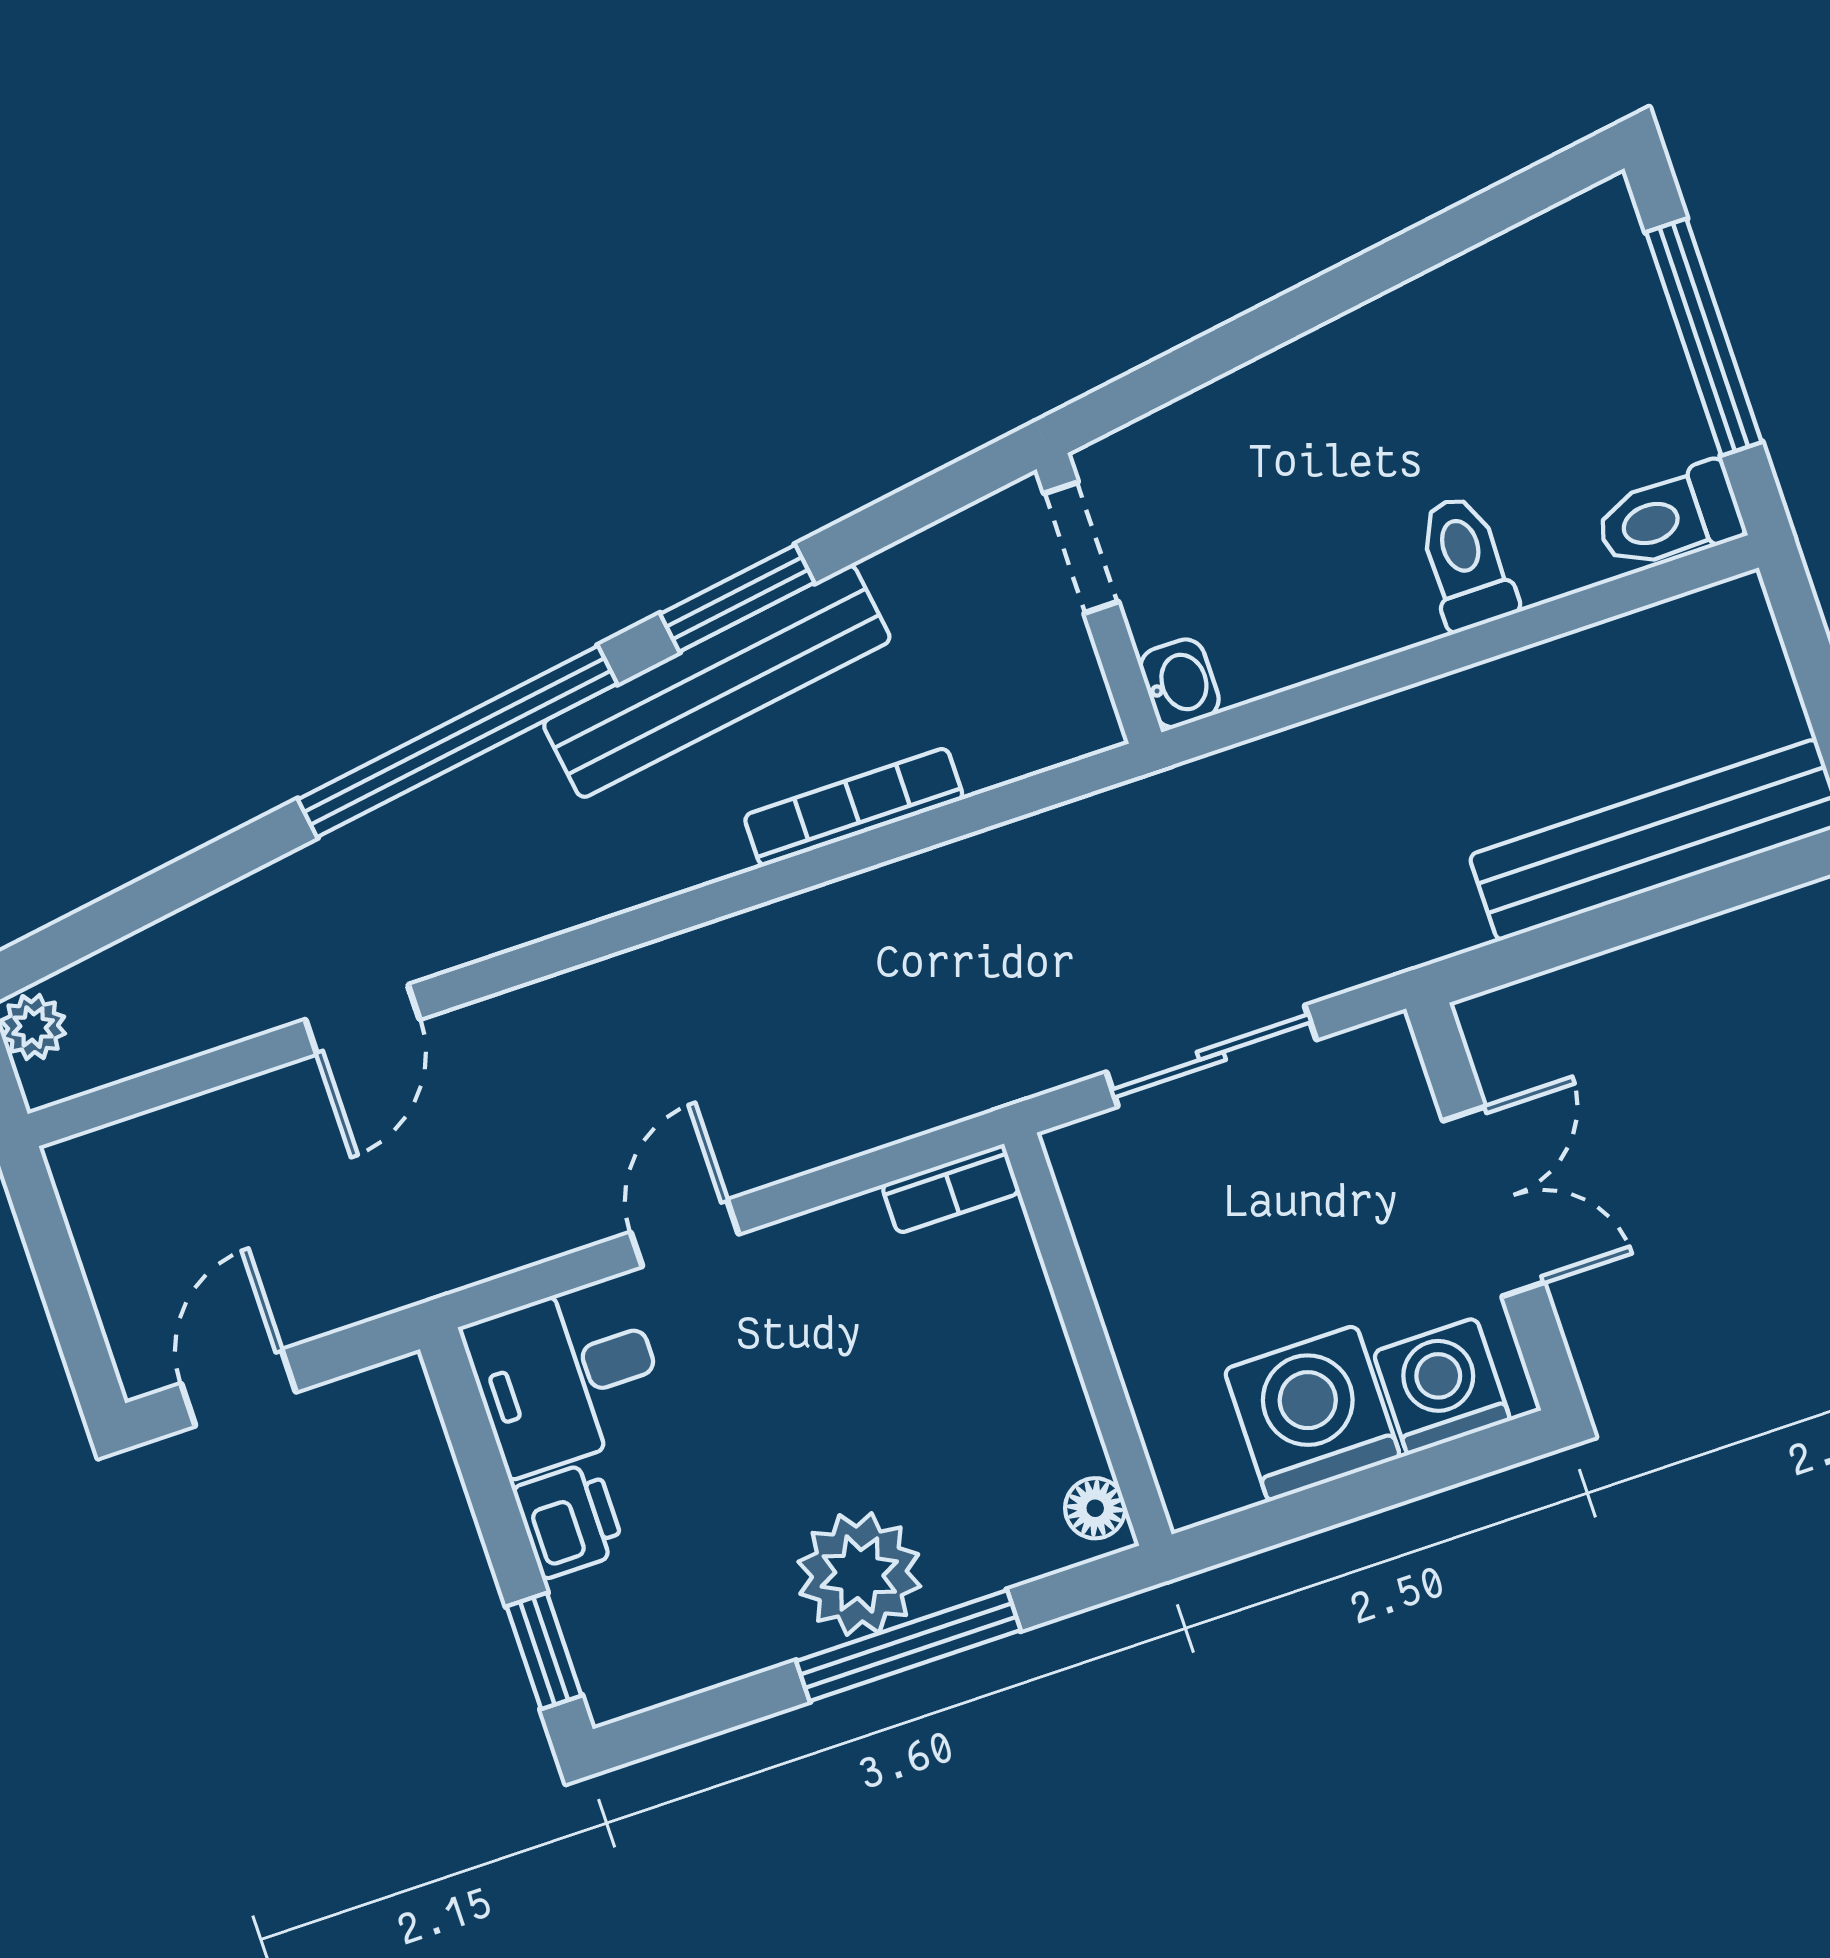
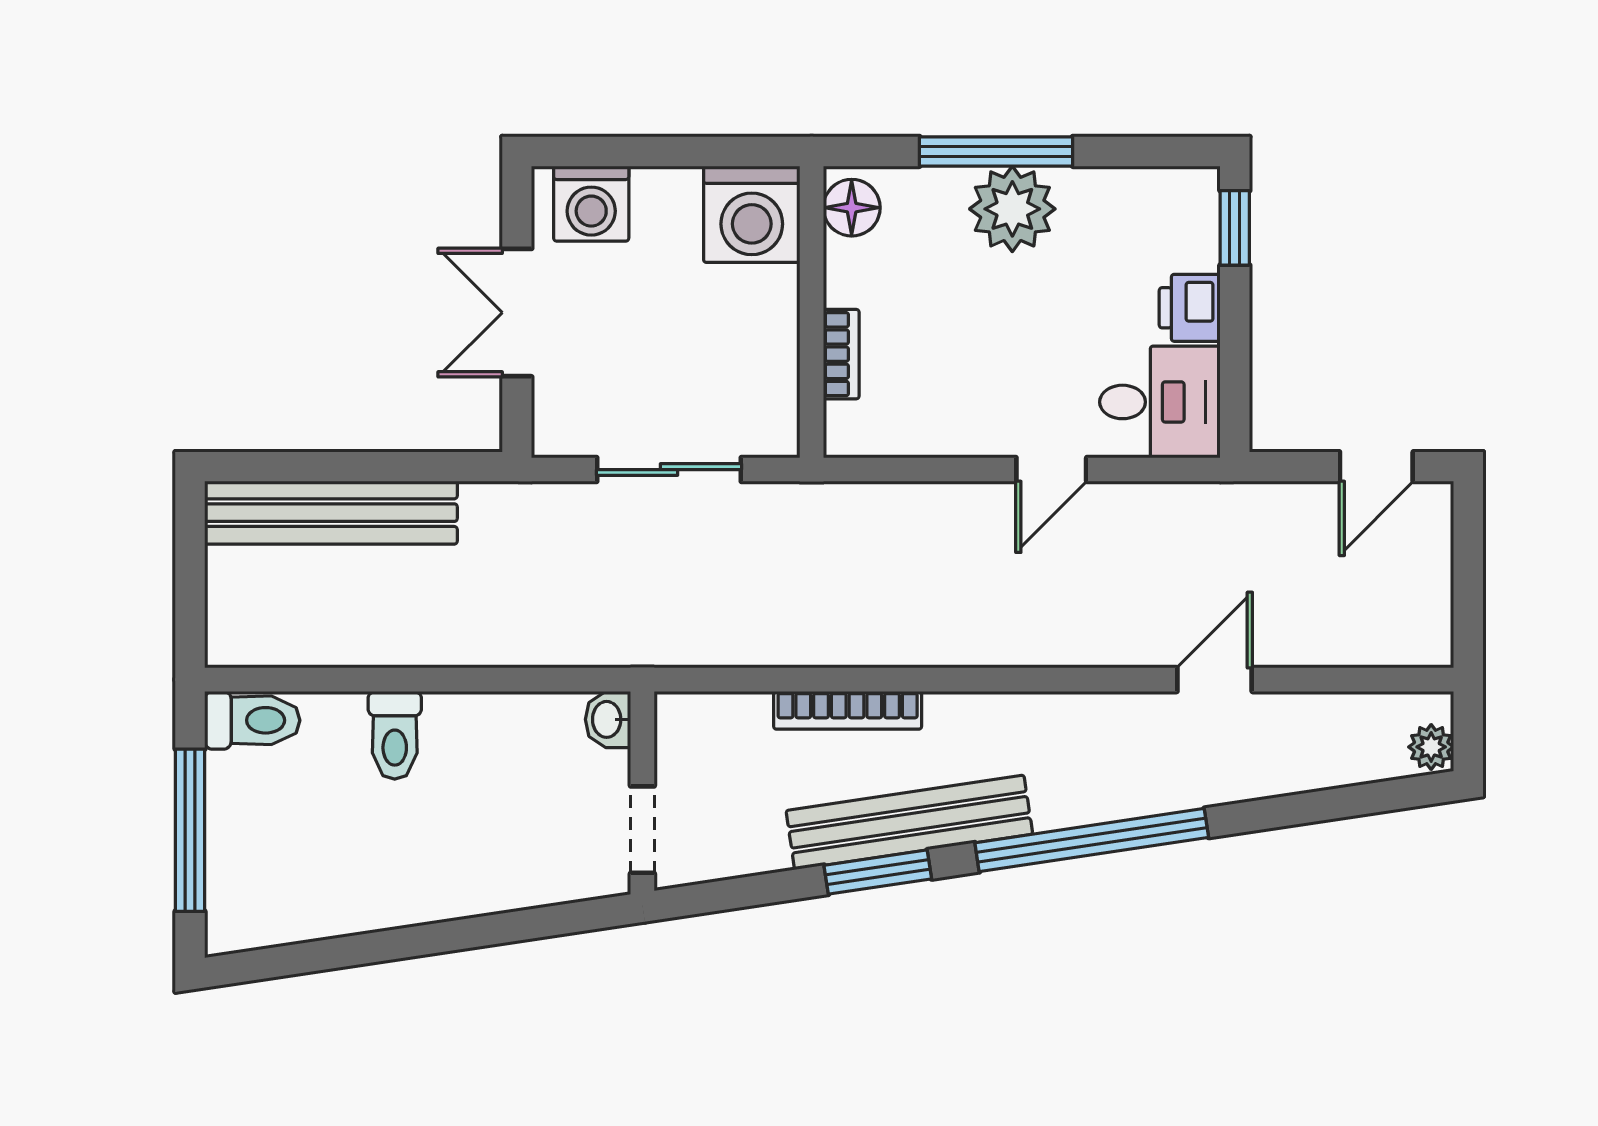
bookcase: (951, 1189) -> (841, 354), moved, turned 90
washing machine: (1312, 1413) -> (752, 214), moved
floor lamp: (1095, 1508) -> (852, 208), width x1.37, depth x1.37

